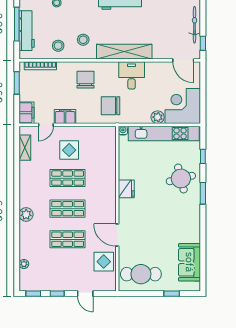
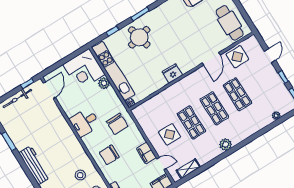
shelving: (124, 52) -> (70, 139), removed
plant: (26, 214) -> (226, 145), moved

